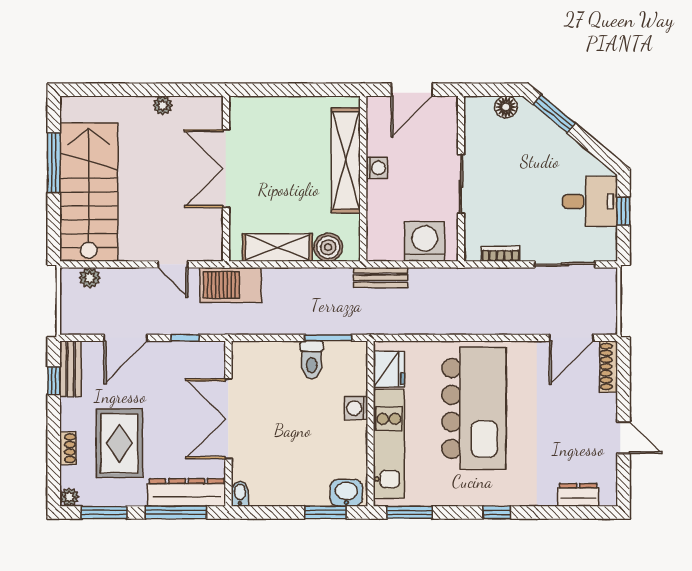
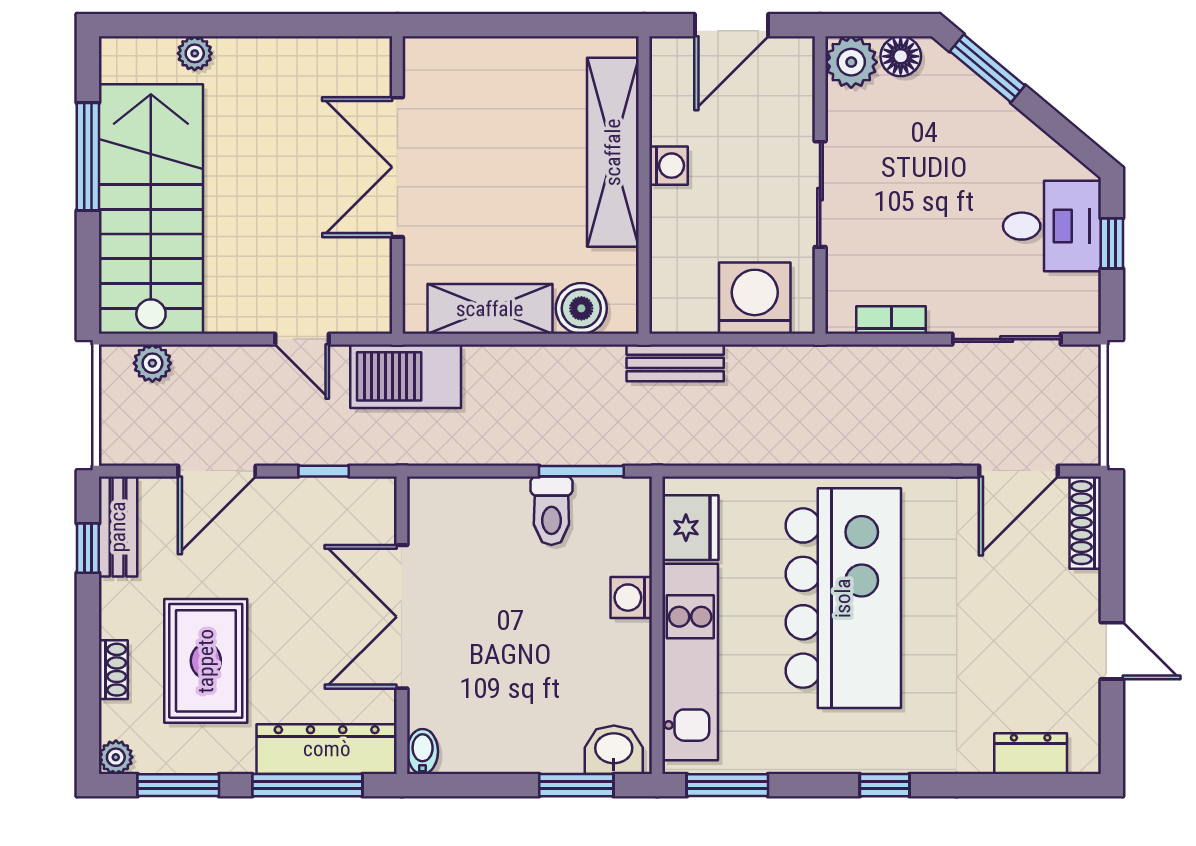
plant: (163, 105) -> (195, 53), moved
plant: (478, 110) -> (851, 62), added

